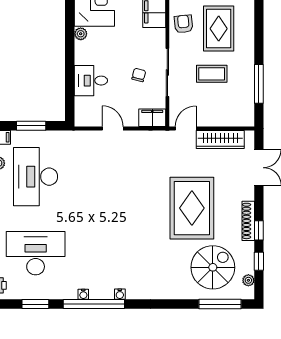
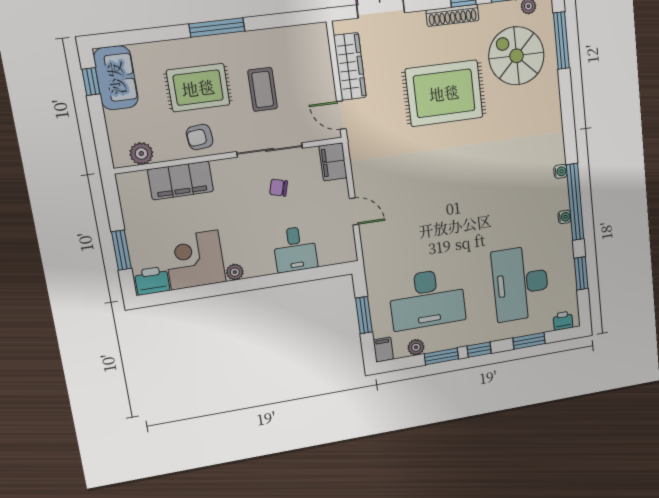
window: (259, 84) -> (217, 28), moved
door: (113, 128) -> (354, 211), swing flipped

